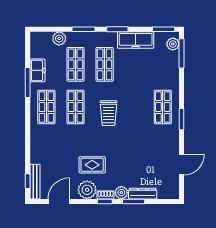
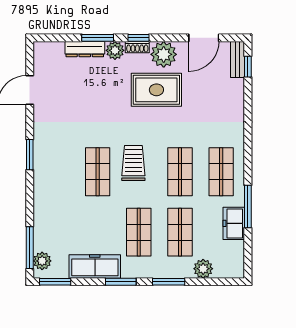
shop shelf: (163, 107) -> (98, 172), moved
rug: (92, 165) -> (156, 90), width x1.36, depth x1.43
bench: (35, 182) -> (237, 60), width x0.73

